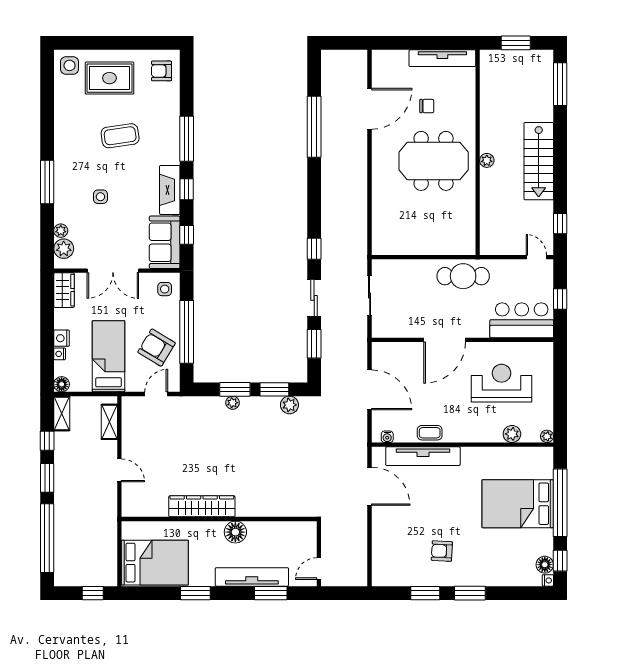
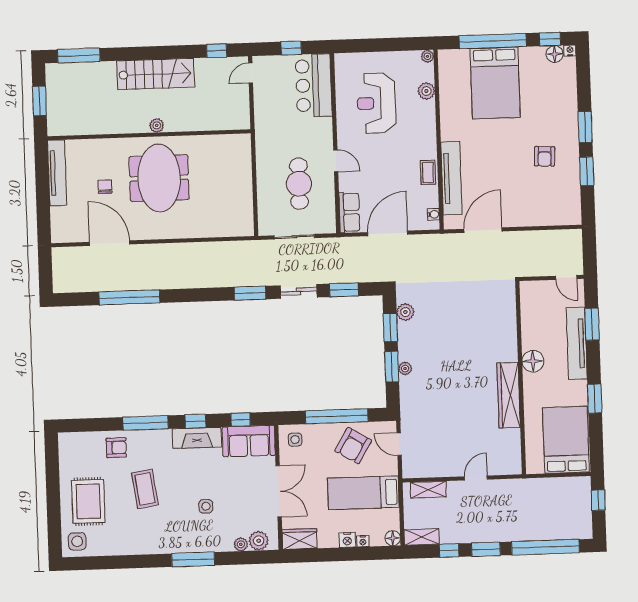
armchair: (161, 71) -> (116, 448), moved, turned -90
window: (314, 249) -> (250, 293), width x1.50
cafe table: (463, 276) -> (299, 184), moved
door: (445, 340) -> (336, 161), width x0.53
row of seats: (392, 352) -> (349, 212), added

